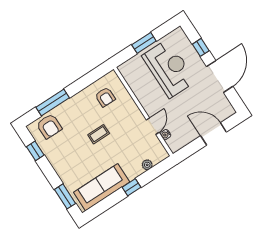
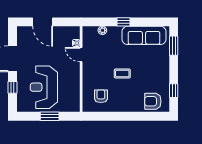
window: (53, 102) -> (140, 116), removed
armchair: (49, 126) -> (153, 101), turned -90
door: (153, 126) -> (81, 55), hinge flipped

